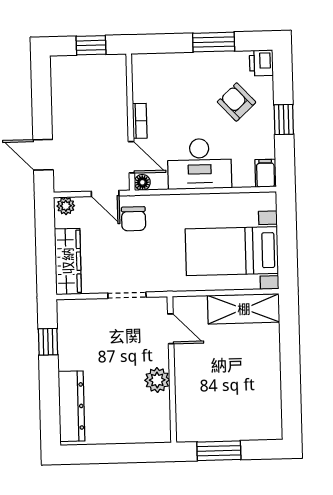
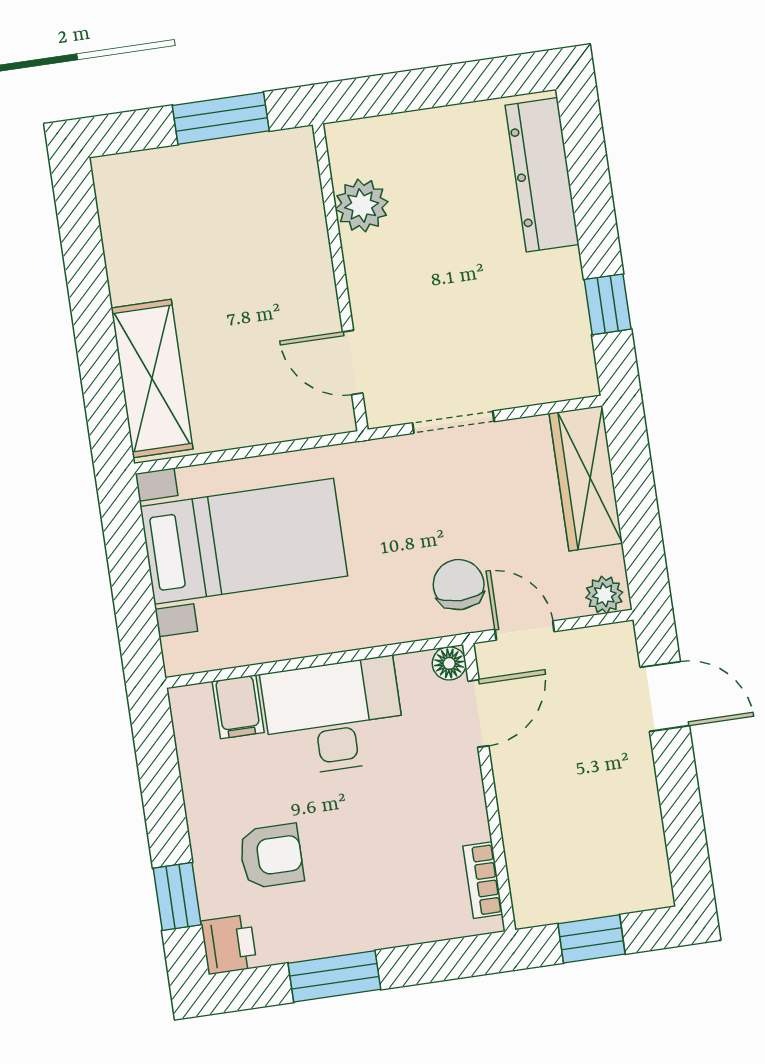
armchair: (237, 102) -> (271, 856), turned -47
window: (284, 120) -> (177, 897), moved
bookcase: (140, 121) -> (483, 880), moved
door: (131, 157) -> (478, 713), swing flipped
filing cabinet: (266, 173) -> (238, 707), moved
shelving: (244, 309) -> (152, 378), moved, turned 90
plant: (157, 380) -> (362, 205), moved

